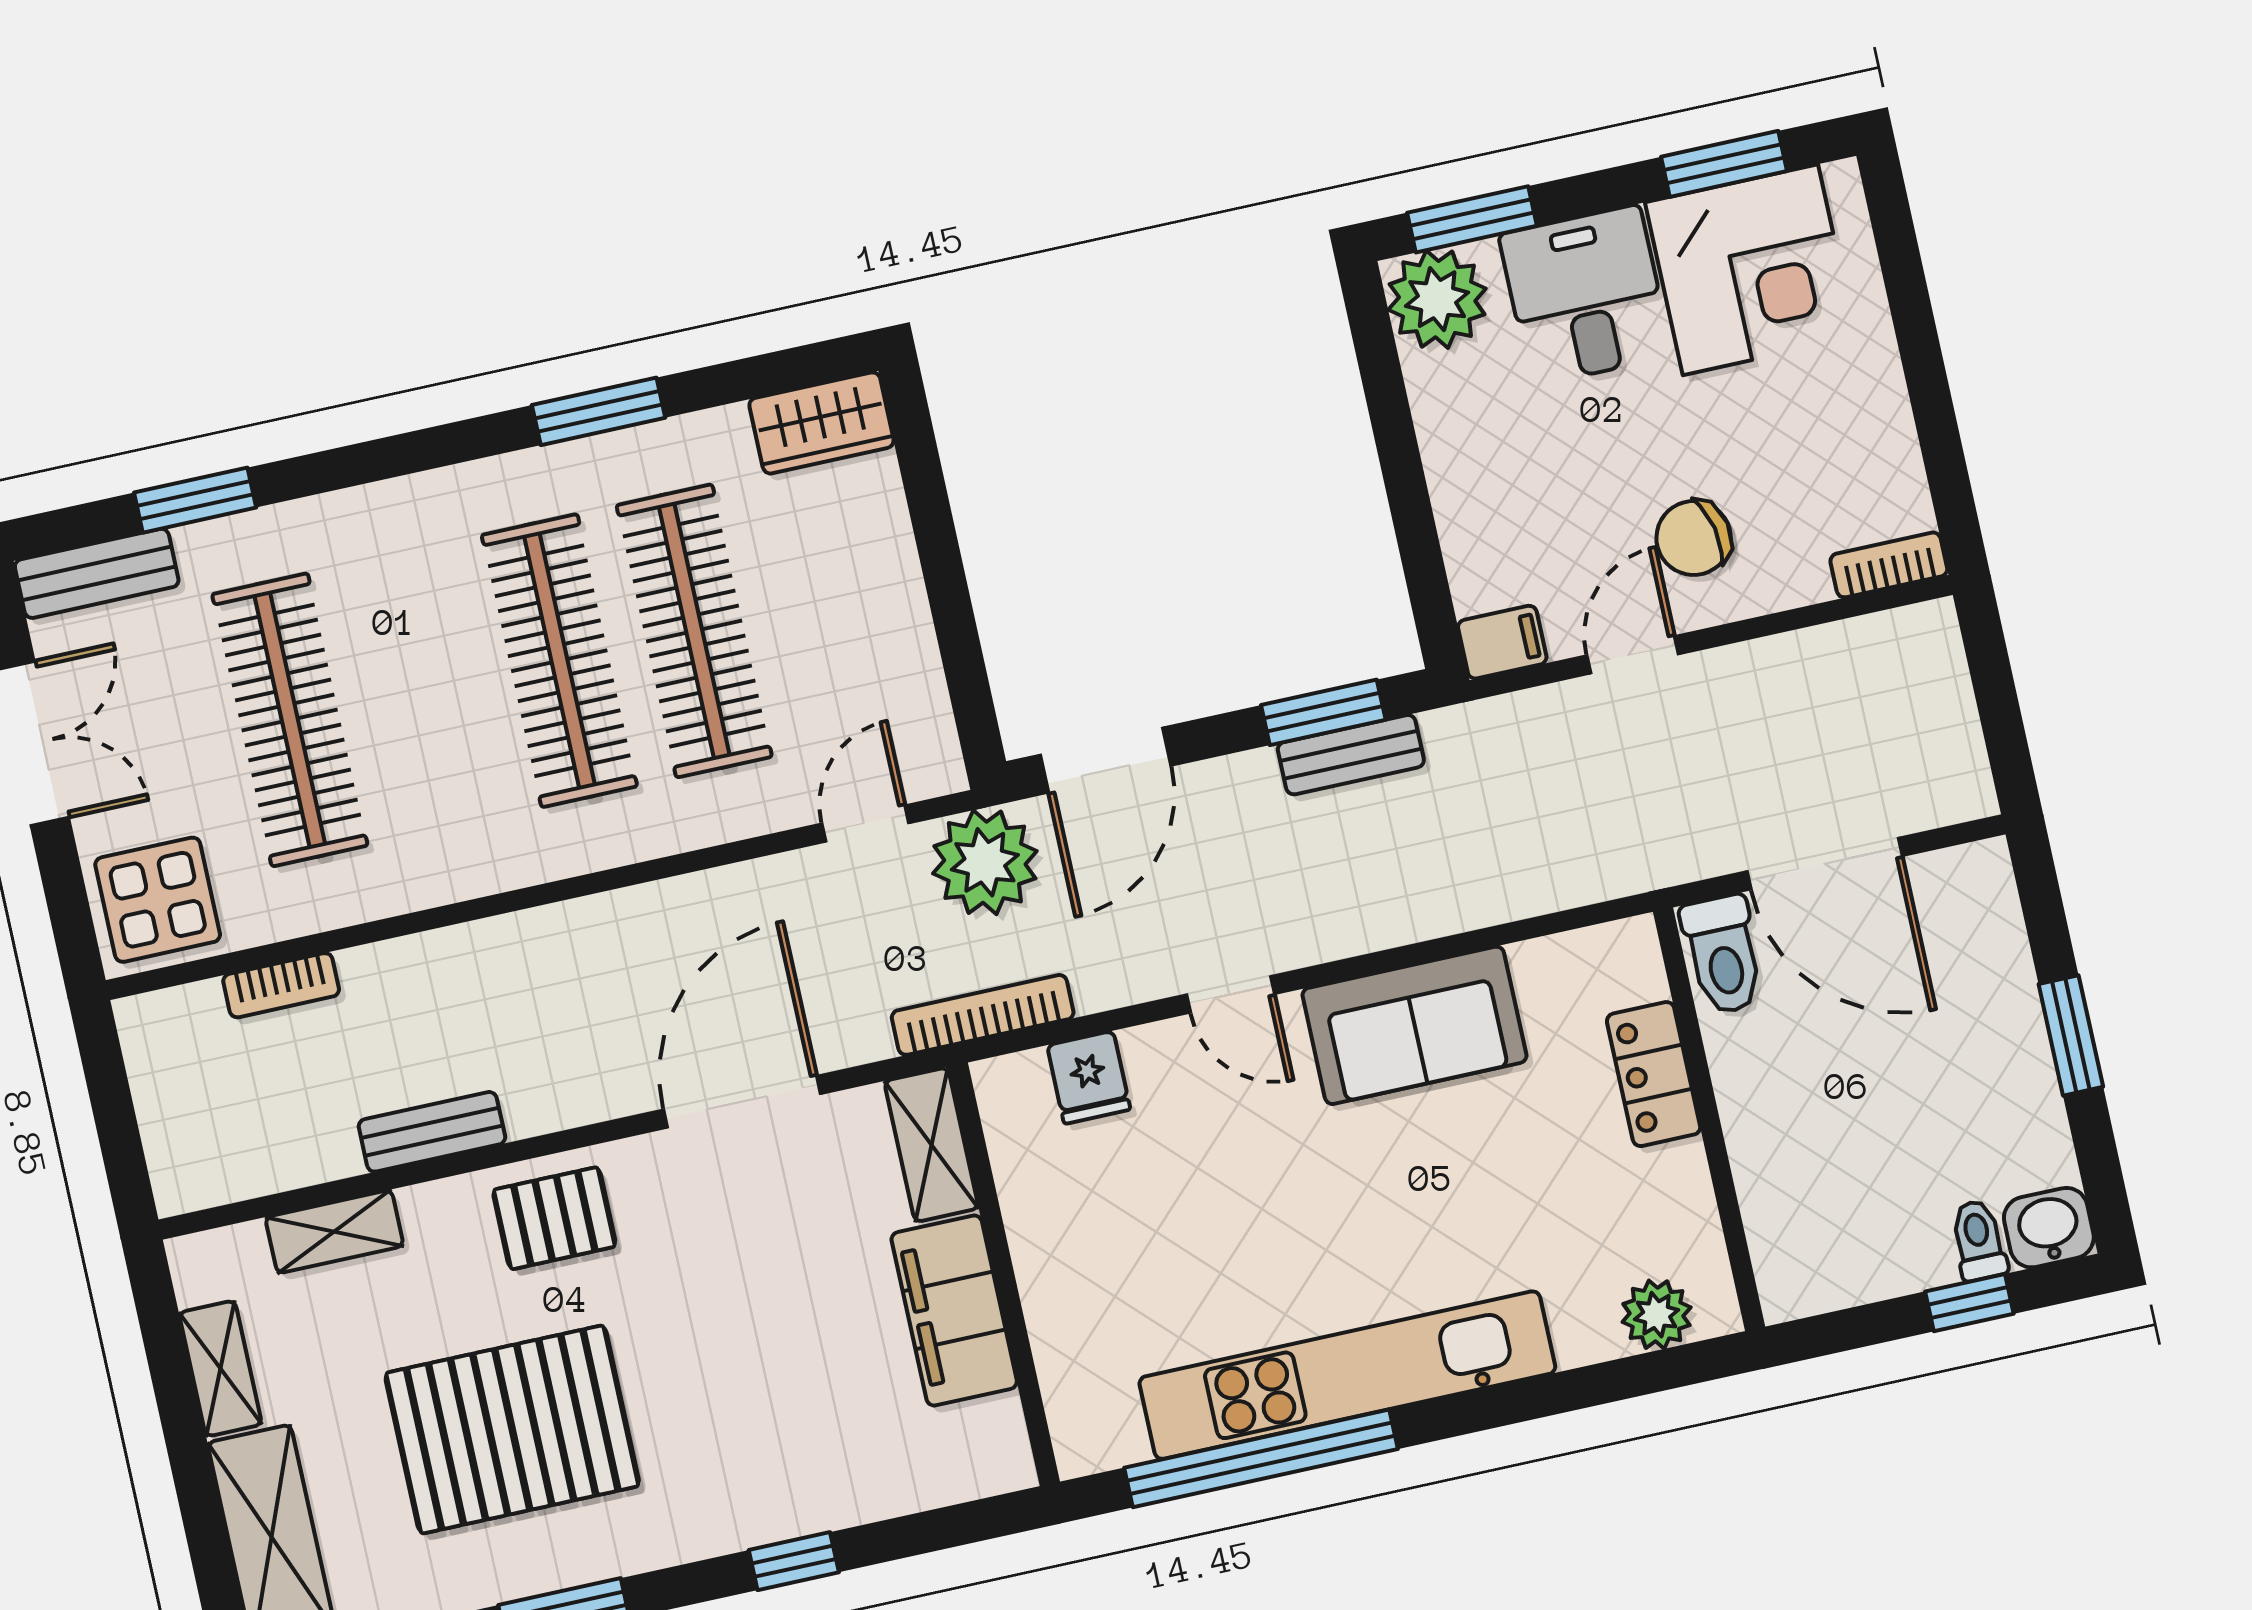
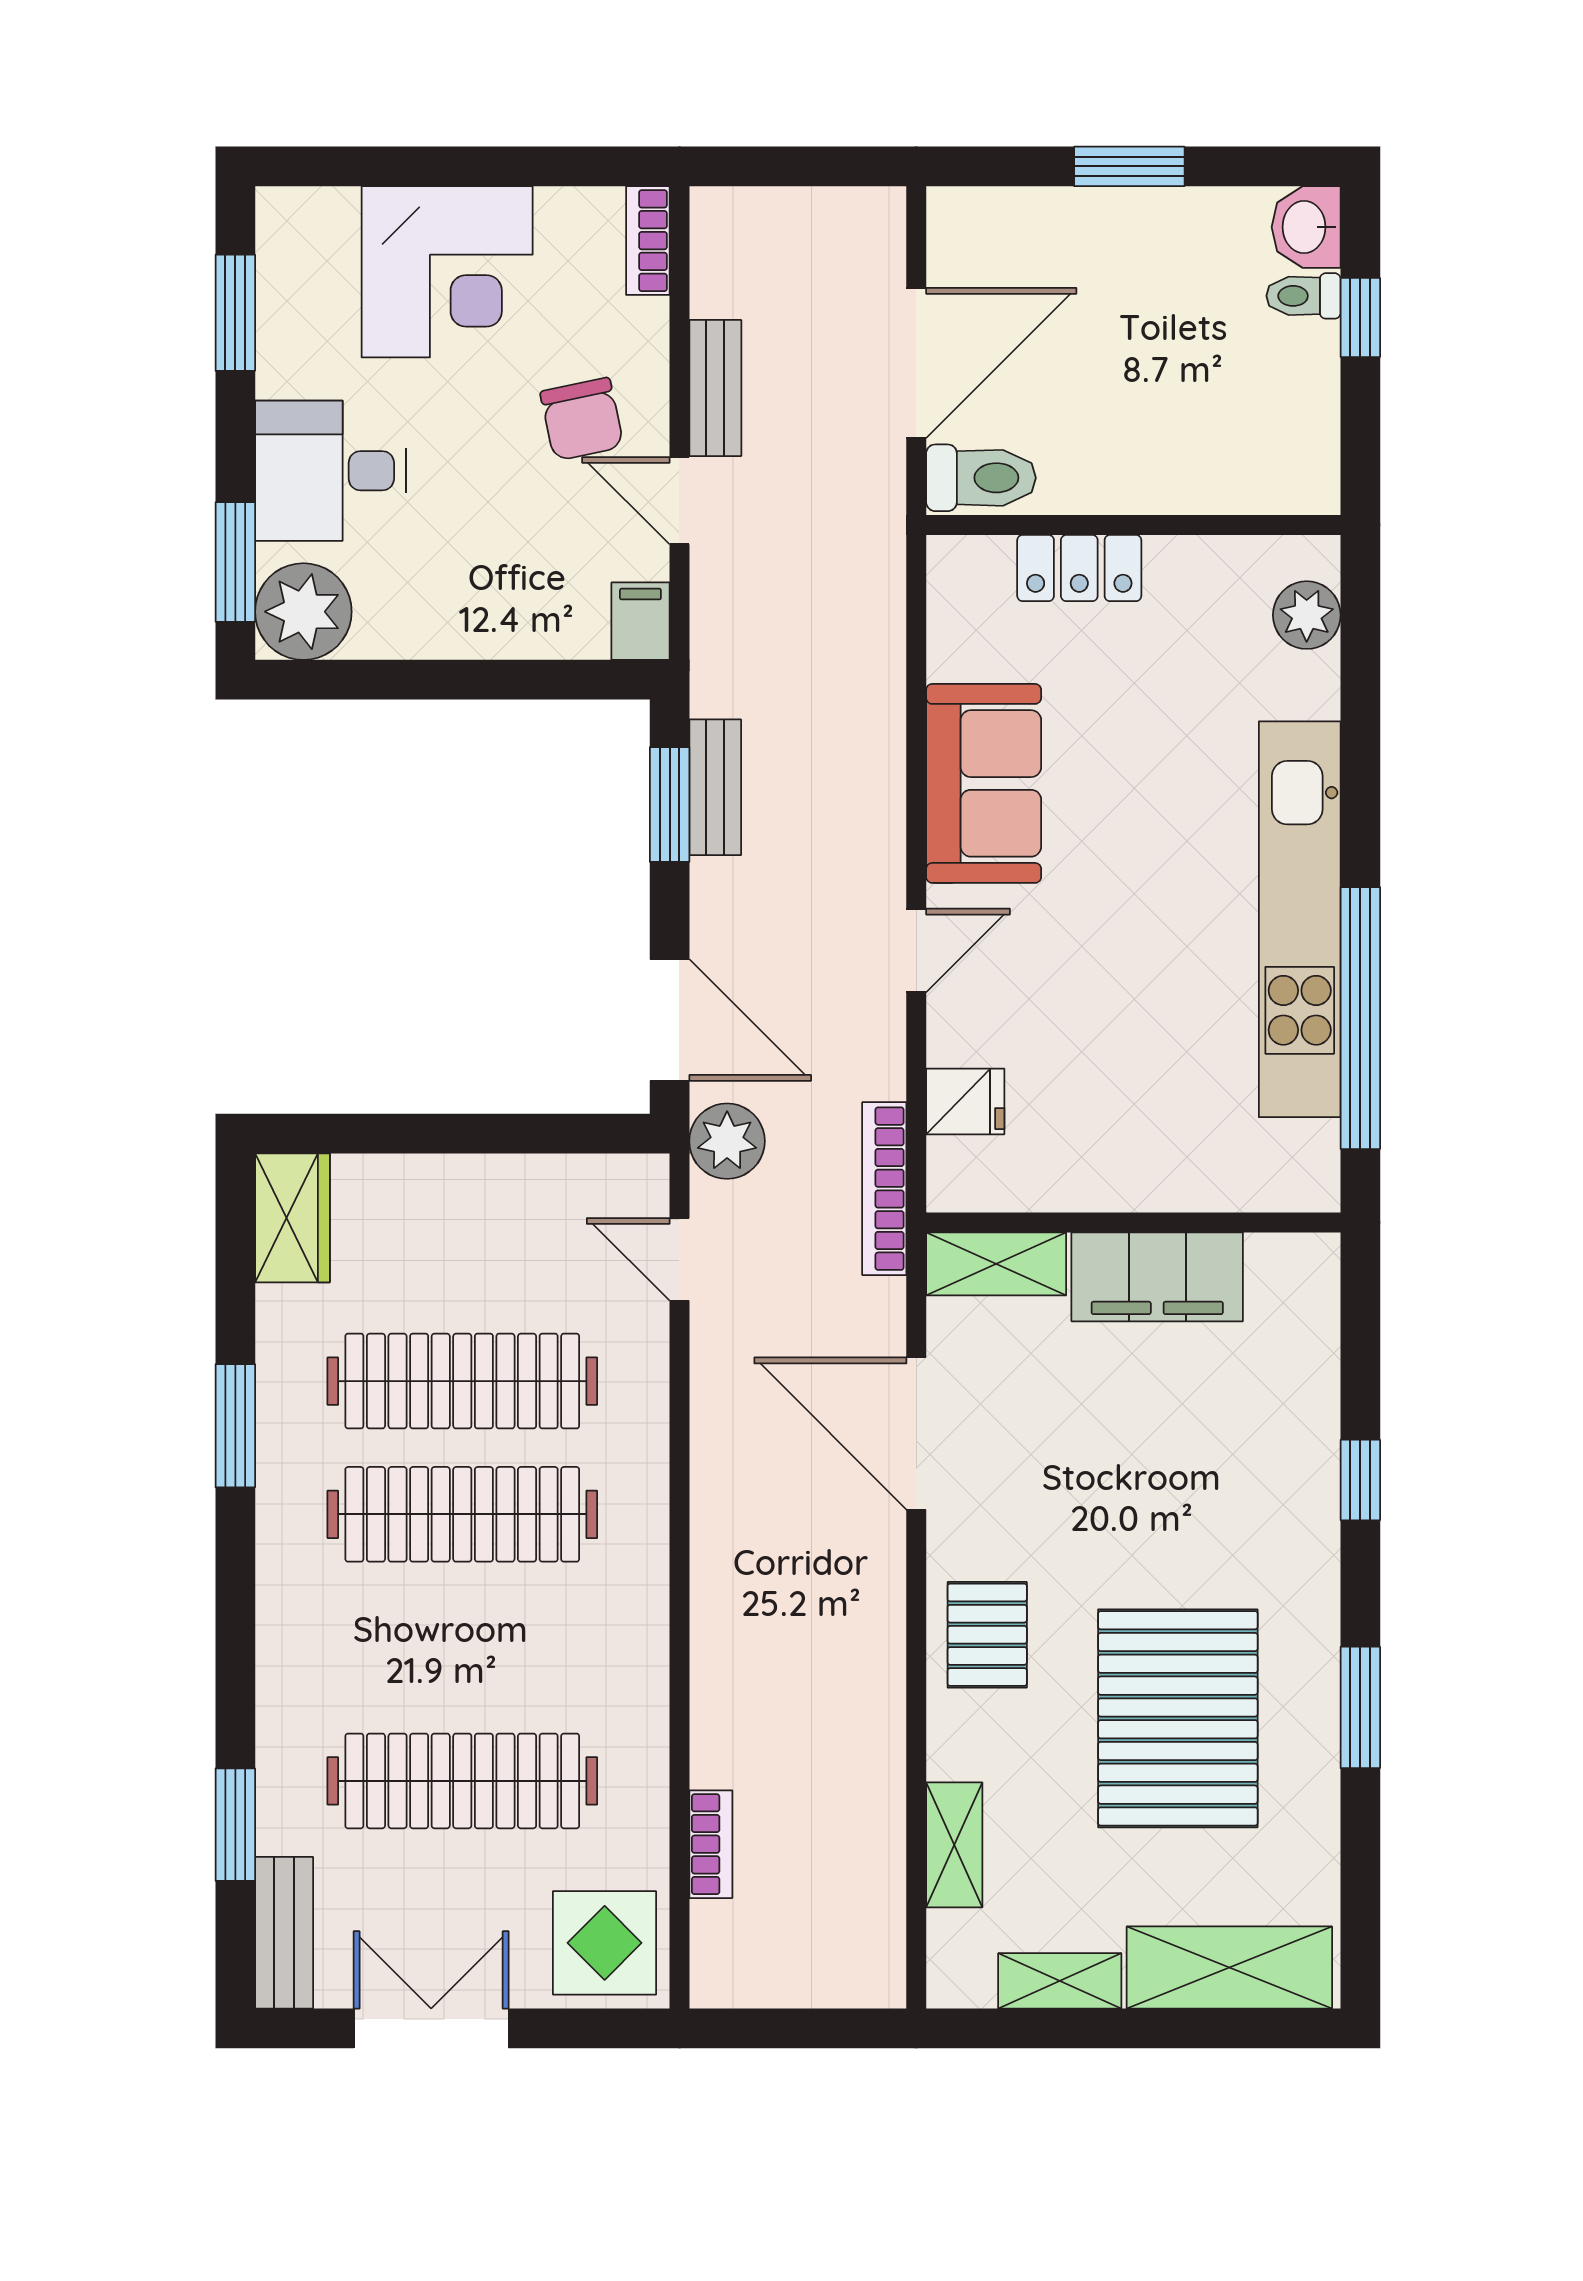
corner desk: (1750, 270) -> (447, 272), moved, turned 90
plant: (985, 862) -> (727, 1141), width x0.73, depth x0.73
bench: (432, 1132) -> (715, 388), moved

